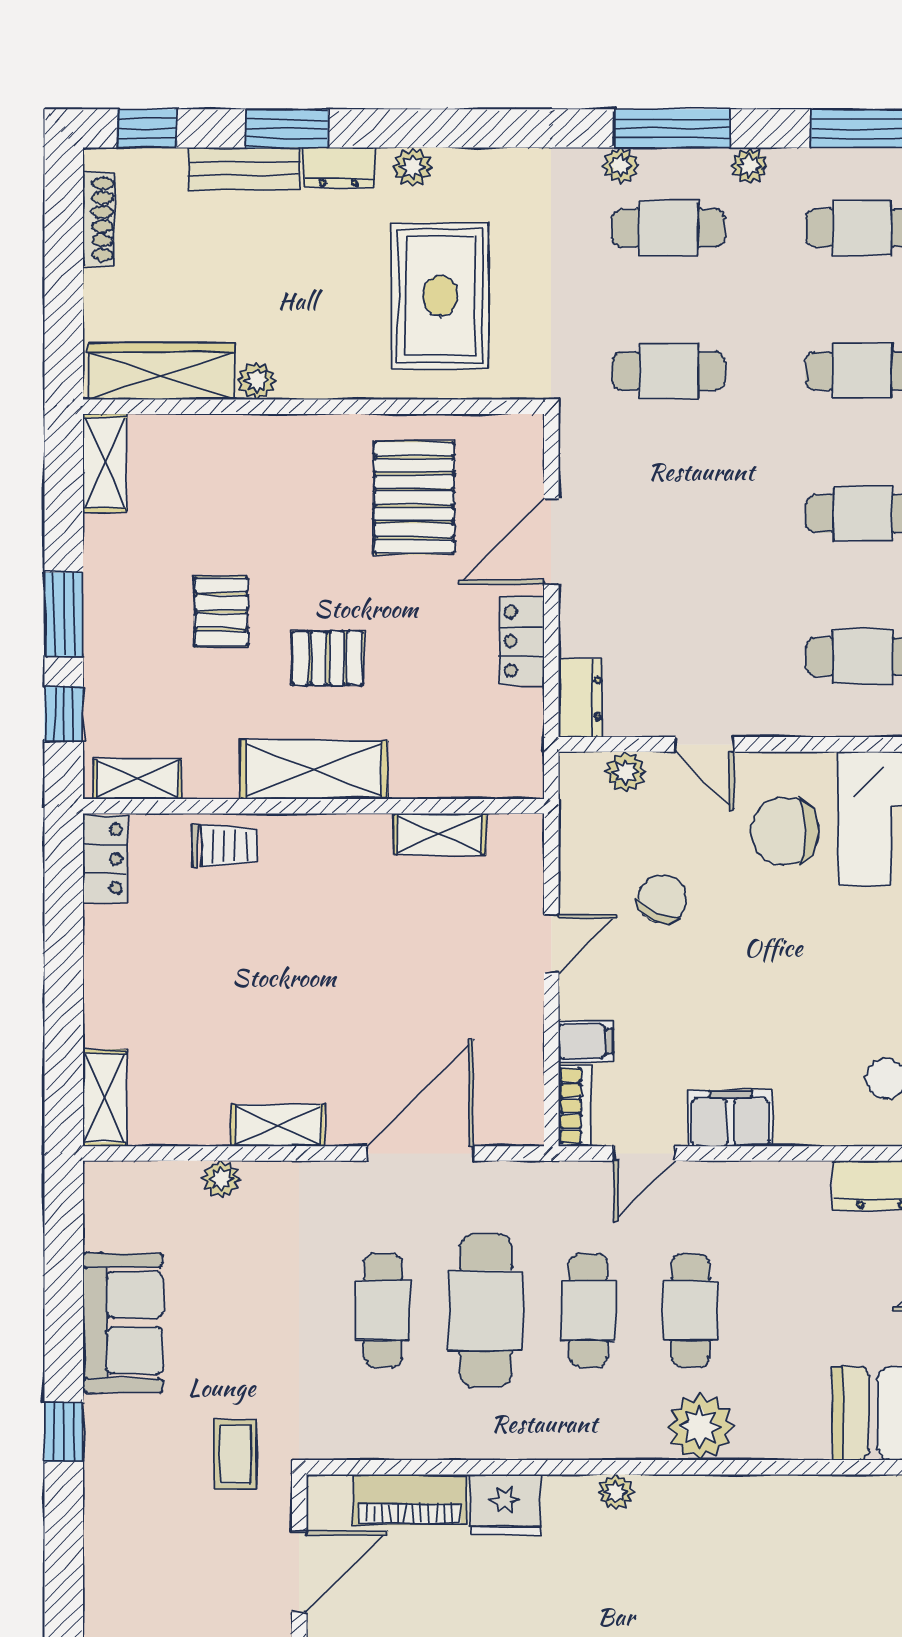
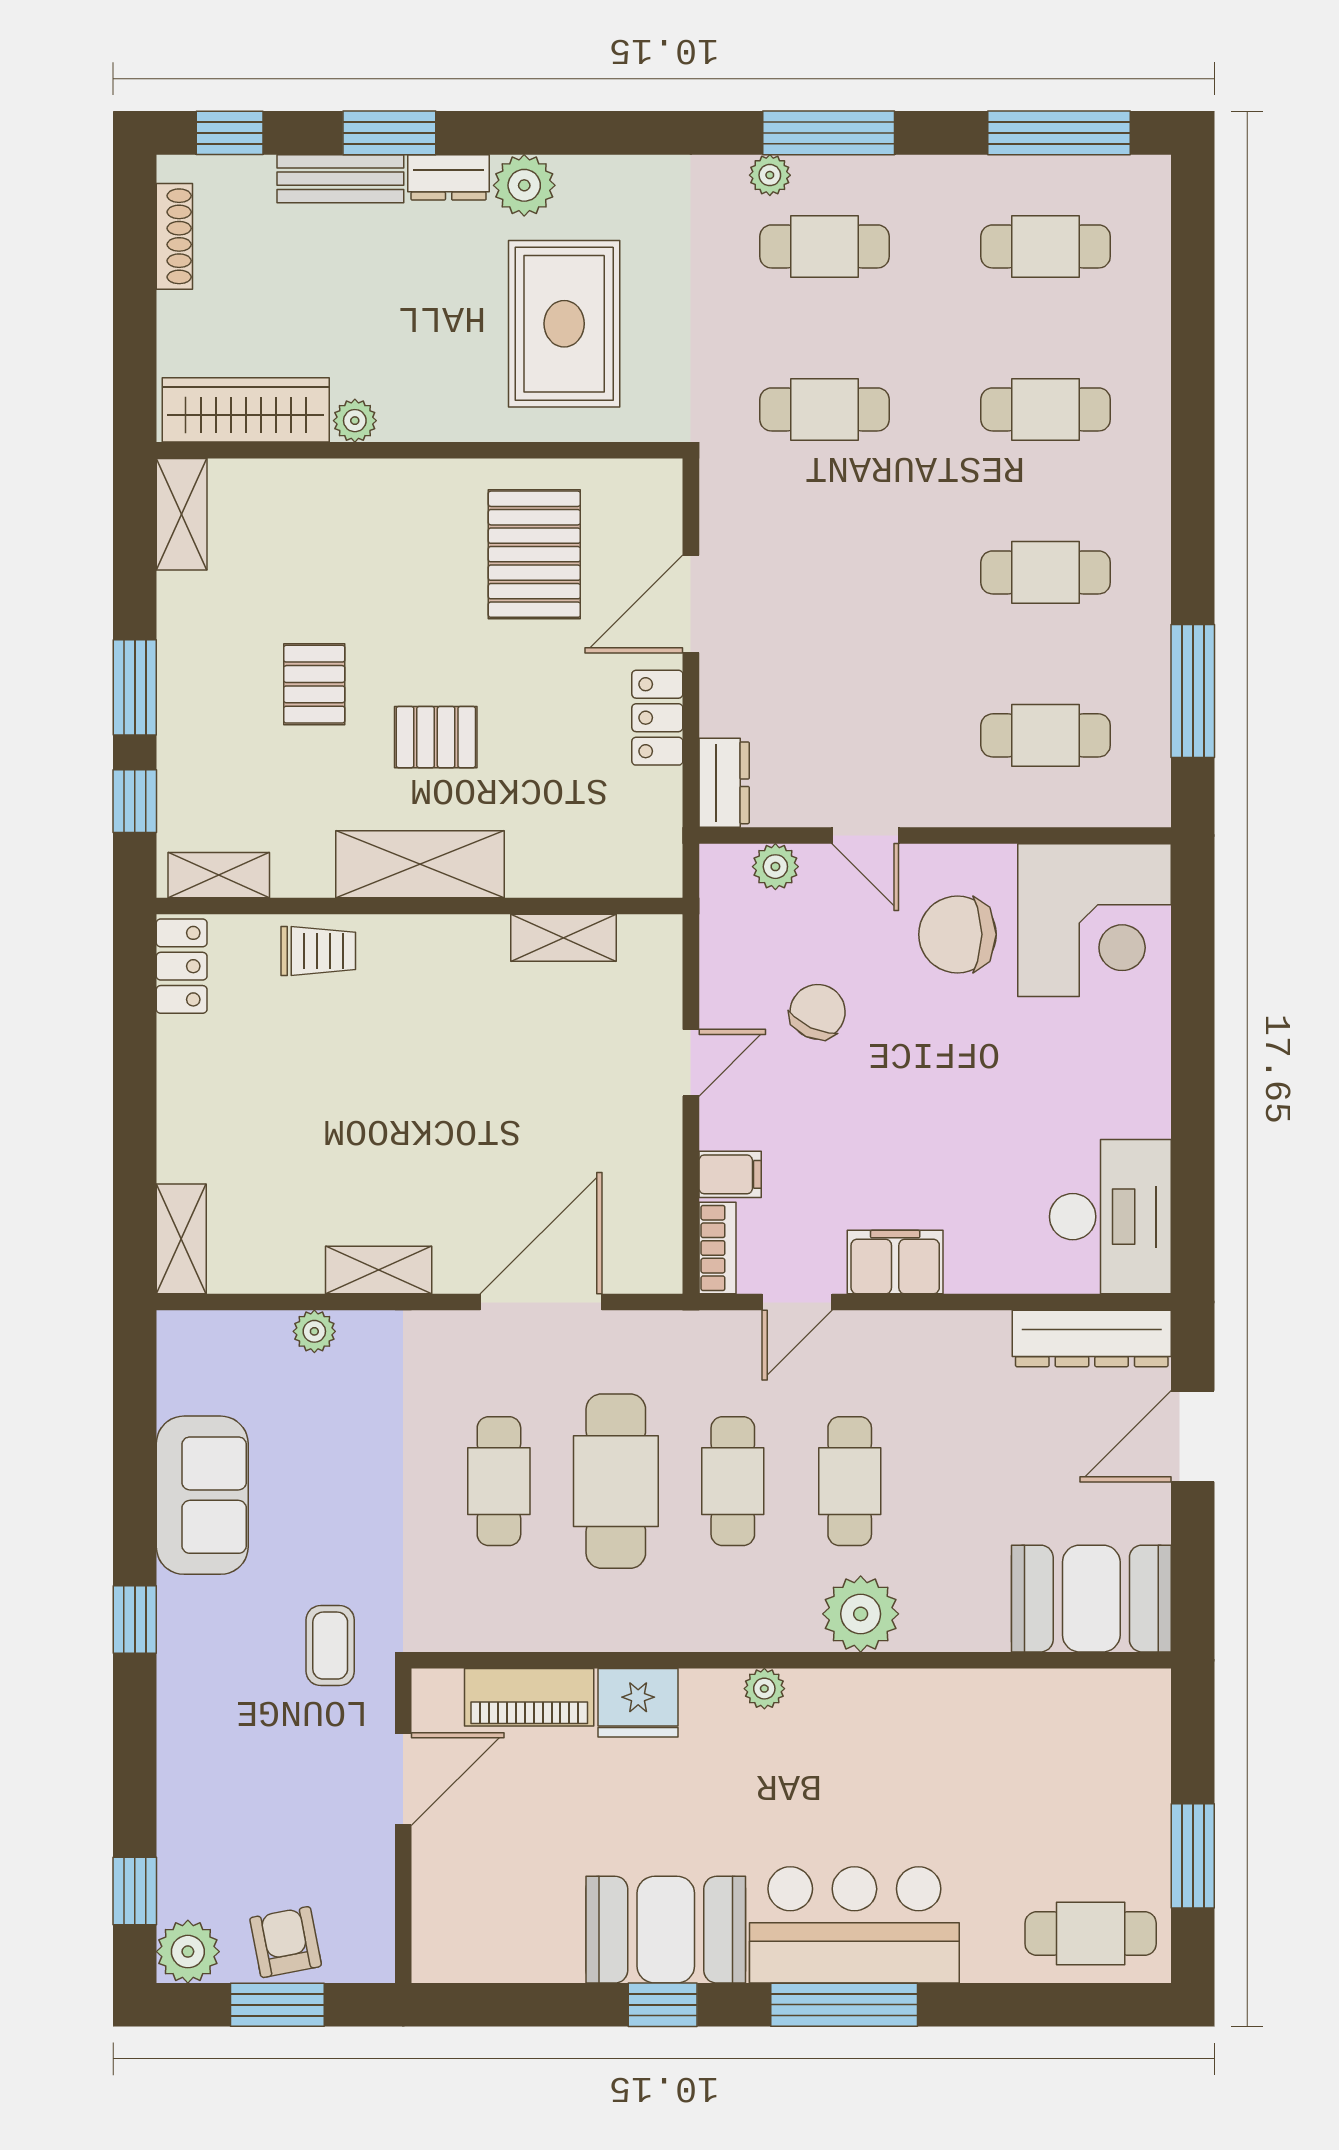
plant: (749, 166) -> (917, 175), removed
plant: (413, 167) -> (524, 185), width x1.38, depth x1.38

